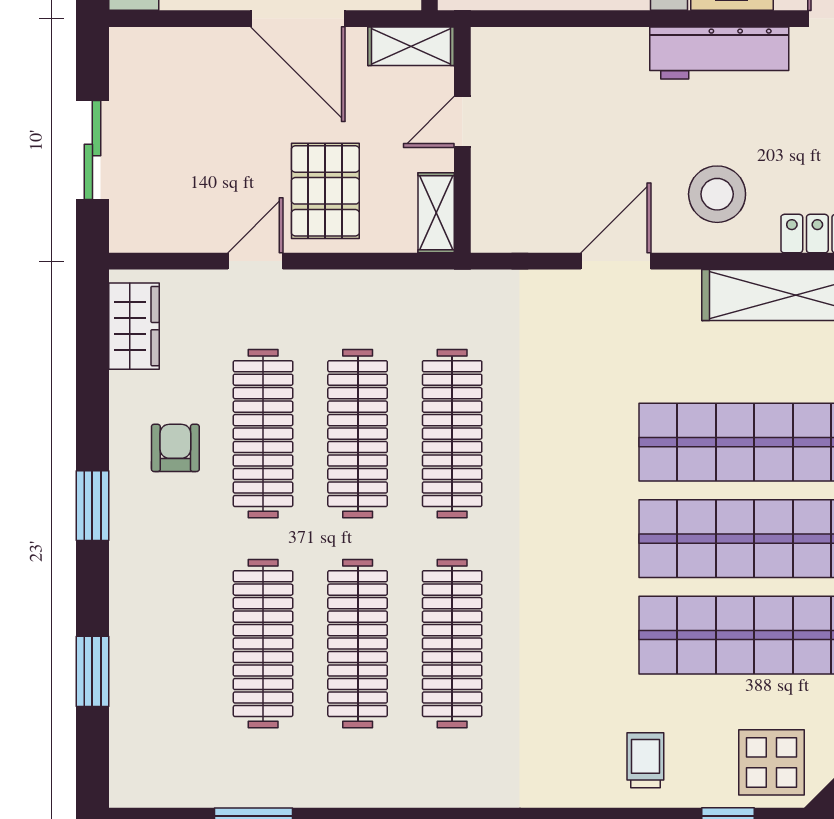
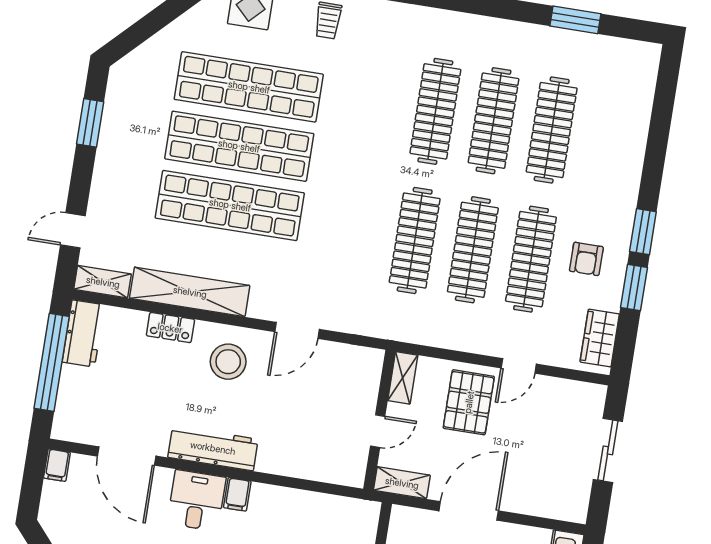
door: (298, 19) -> (469, 511), hinge flipped
window: (92, 671) -> (634, 287), moved

